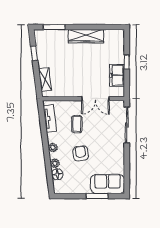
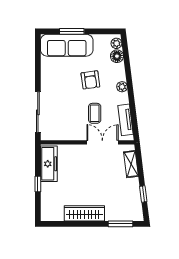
freezer: (117, 75) -> (49, 164), width x1.40
double door: (95, 99) -> (102, 142), moved
plant: (55, 163) -> (116, 43), moved
sofa: (107, 184) -> (67, 45), width x1.36

